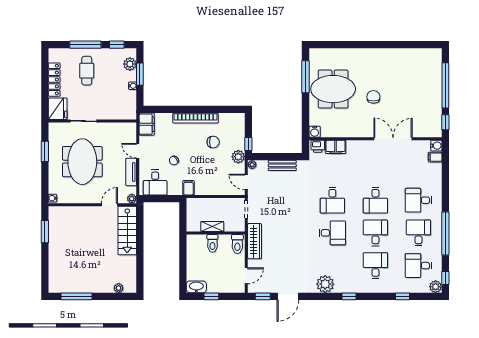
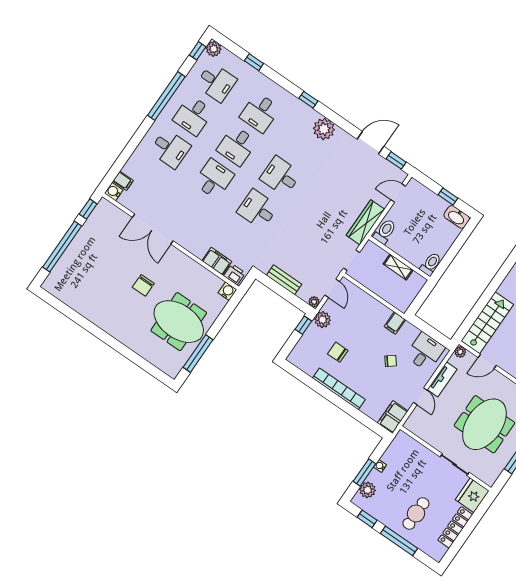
desk: (332, 200) -> (258, 209), turned -90
toilet: (212, 243) -> (431, 264), moved

